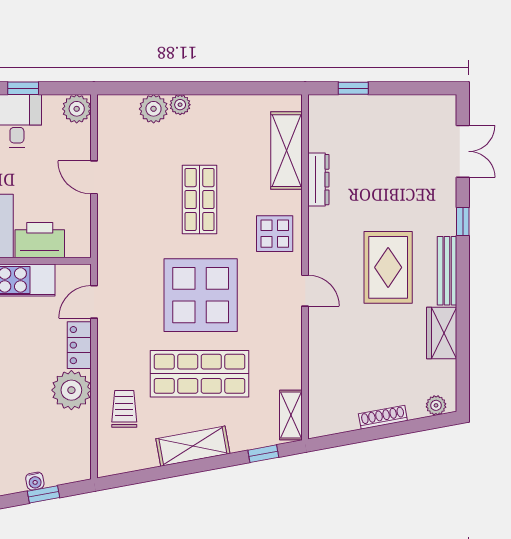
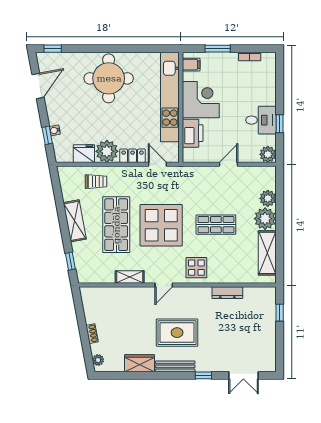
plant: (180, 105) -> (265, 219), width x1.88, depth x1.88
shelving: (287, 151) -> (267, 253), moved, turned 90
shelving: (291, 415) -> (130, 277), moved
shoe rack: (383, 417) -> (92, 334), width x0.70
fridge: (75, 430) -> (84, 154), added

